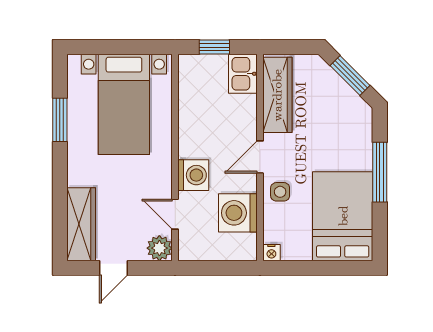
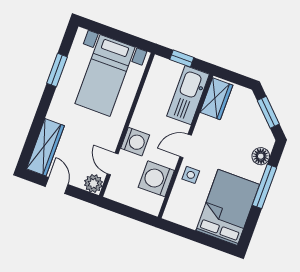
kitchen sink: (243, 74) -> (188, 95), width x1.88, depth x1.24
wardrobe: (277, 95) -> (216, 99), width x0.67
floor lamp: (361, 135) -> (261, 156), added
nightstand: (271, 253) -> (170, 215), removed
door: (113, 268) -> (57, 186), swing flipped

